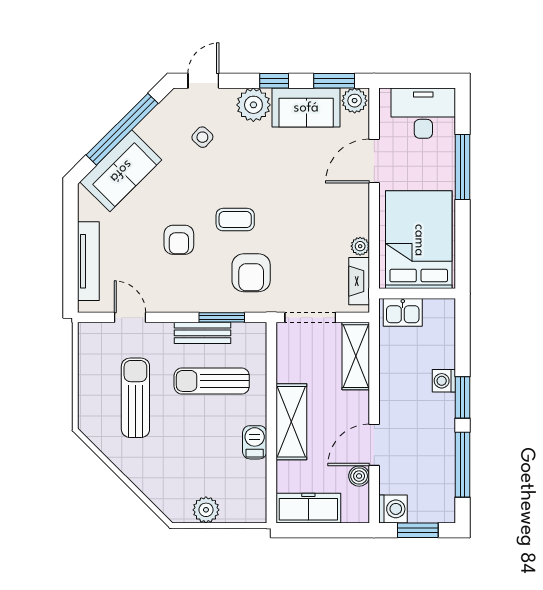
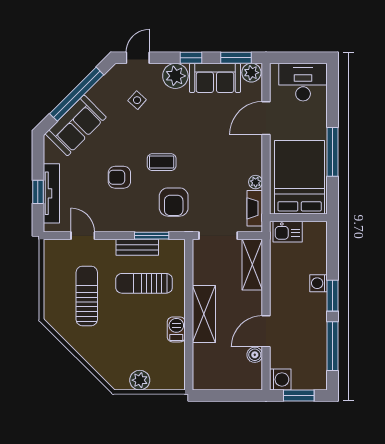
window: (463, 167) -> (333, 152), moved
armchair: (179, 240) -> (119, 177), turned 90
window: (71, 259) -> (38, 192), added
freezer: (308, 508) -> (217, 379), removed

